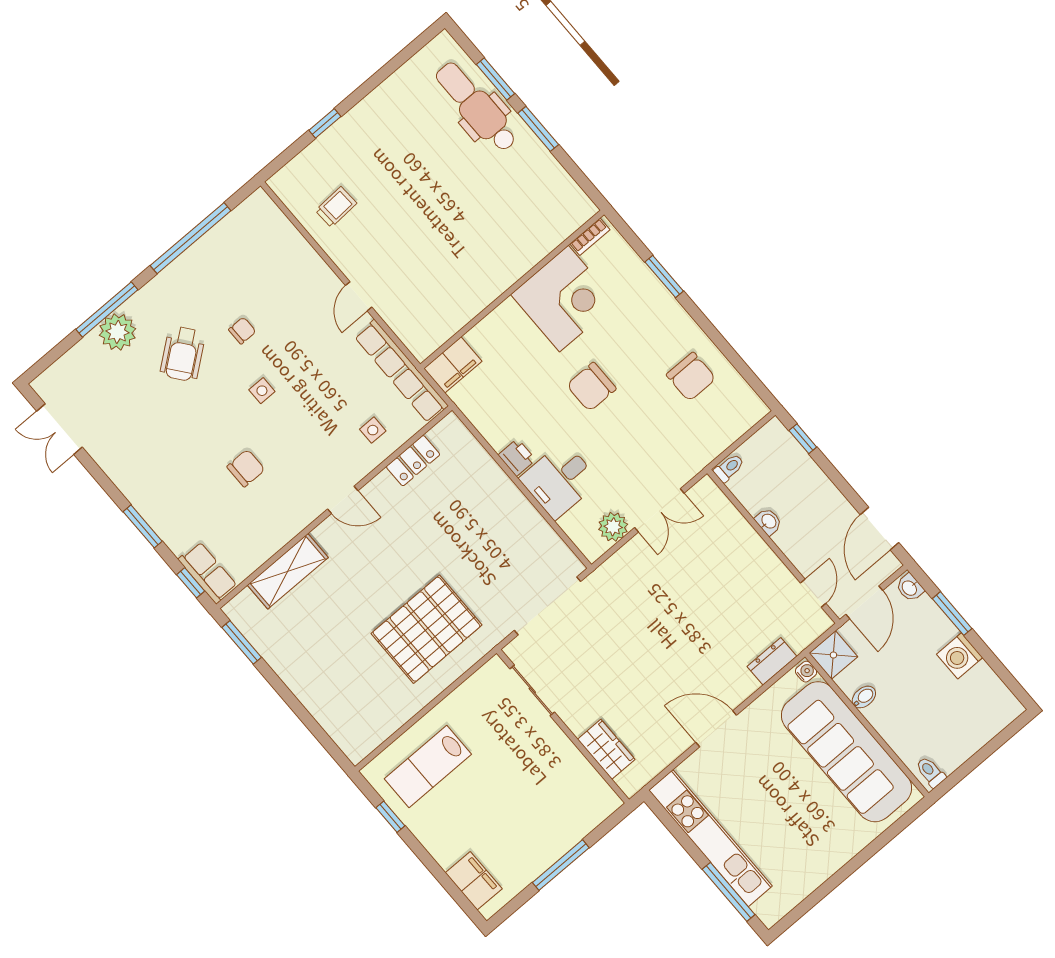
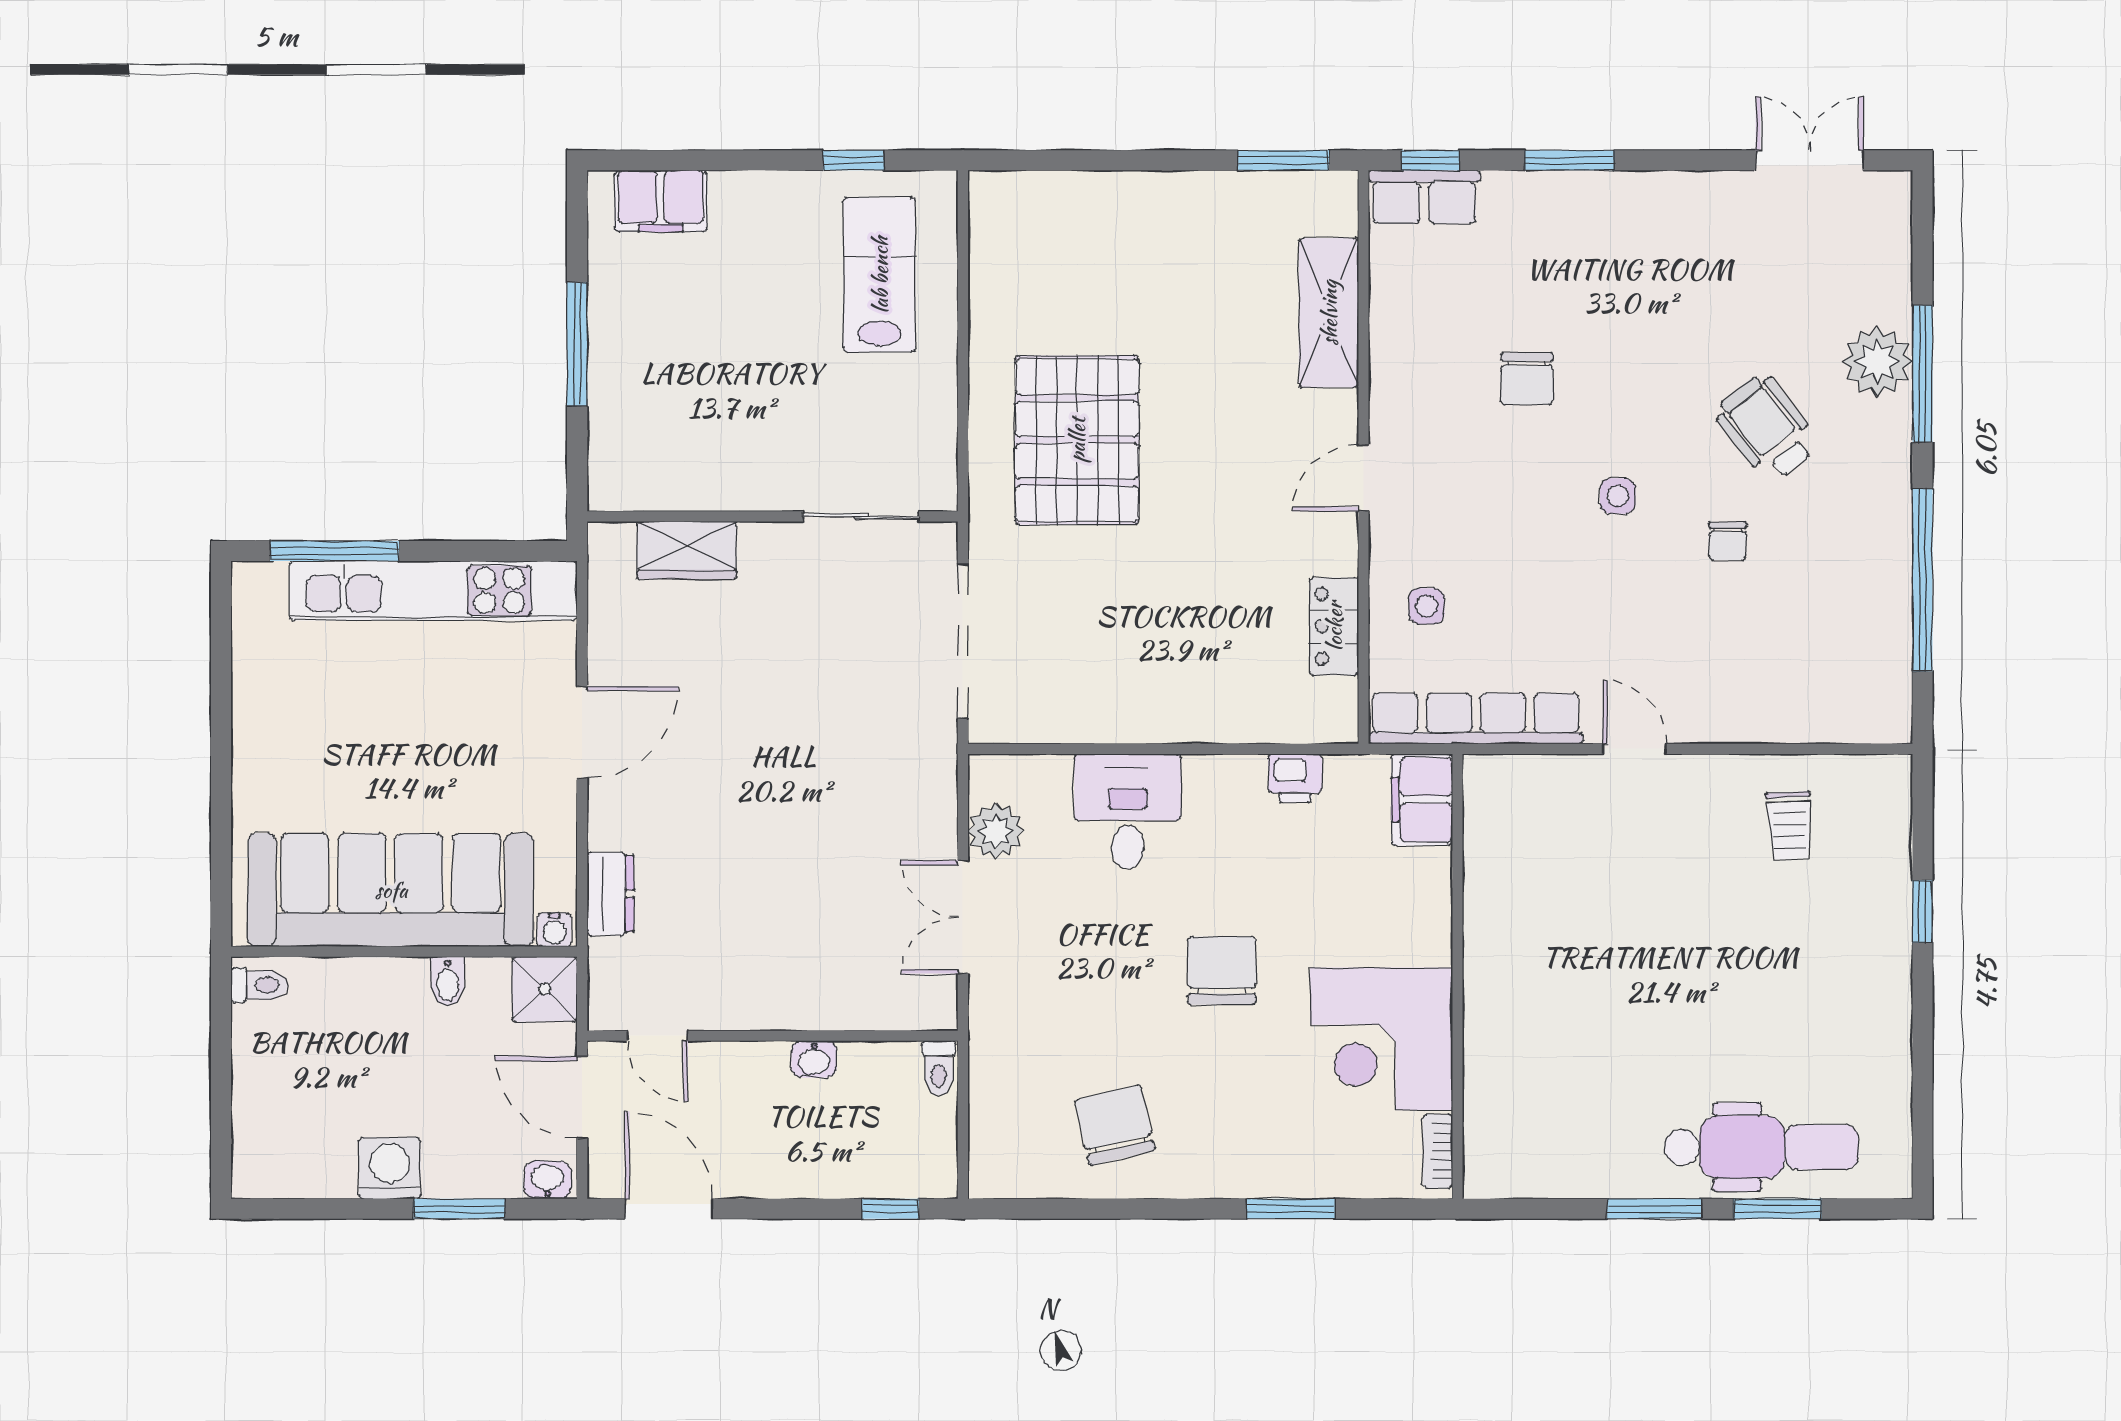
chair: (691, 377) -> (1115, 1125), turned 77
printer: (517, 457) -> (1295, 778), moved

